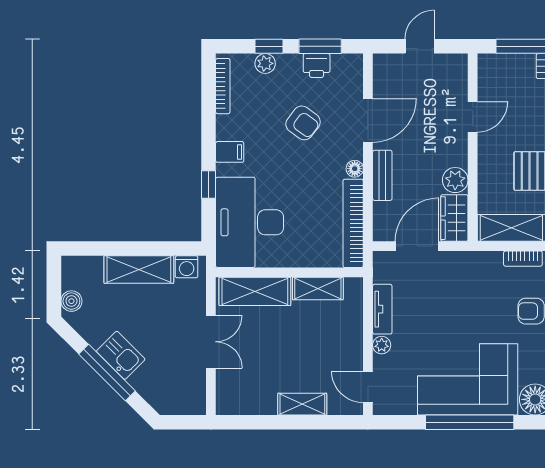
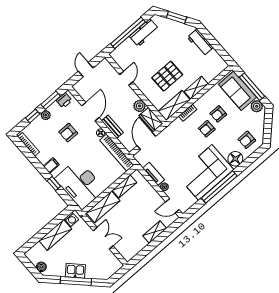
plant: (265, 63) -> (46, 115), moved
printer: (317, 65) -> (64, 100), moved
armchair: (303, 123) -> (68, 133), turned 143

